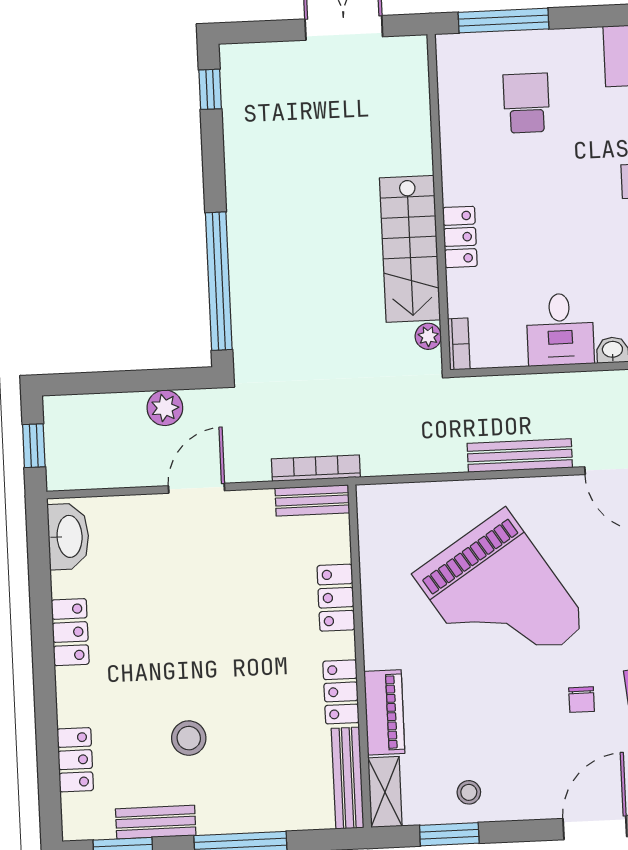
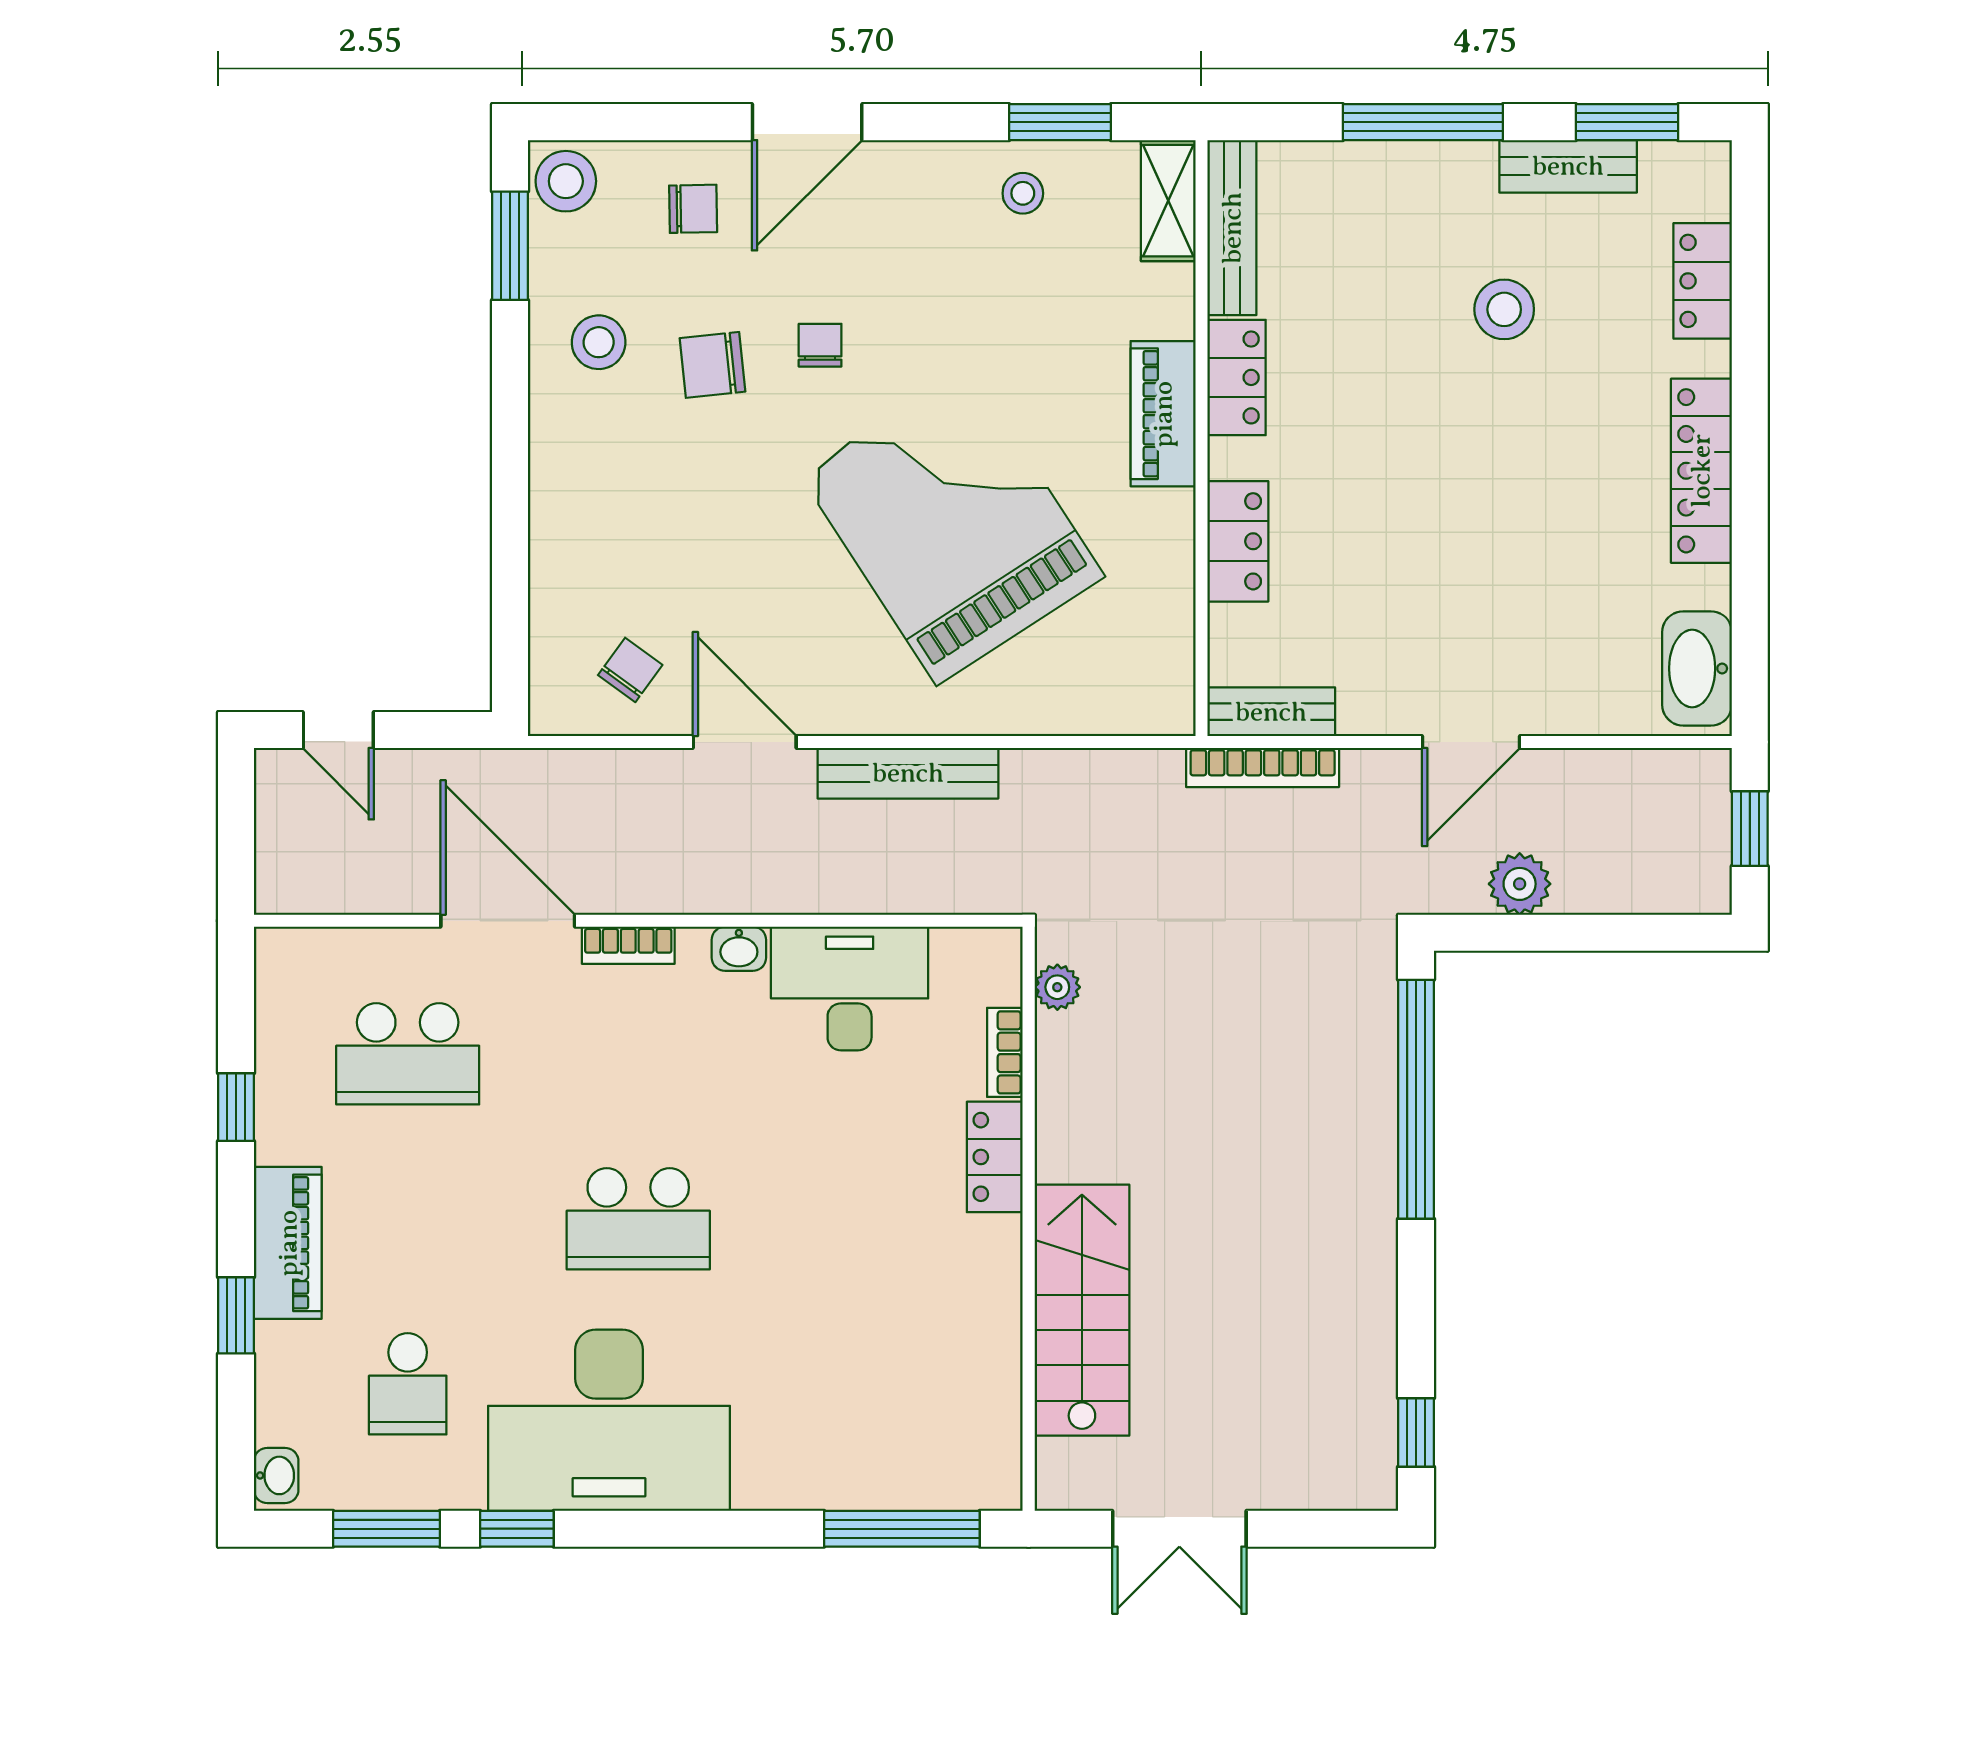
school desk: (526, 103) -> (869, 1384), removed
stairs: (410, 249) -> (1082, 1310), moved
desk: (560, 330) -> (850, 989), width x1.37
bookcase: (459, 344) -> (1005, 1052), moved
locker: (70, 632) -> (1701, 471), width x1.53
piano: (384, 712) -> (1163, 414), moved

